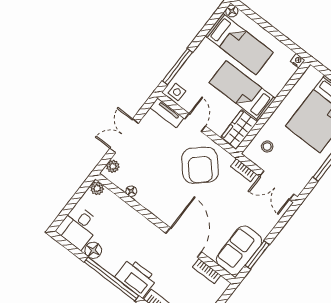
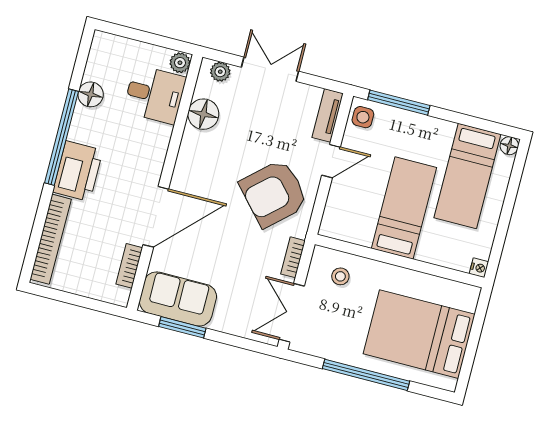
wardrobe: (239, 129) -> (348, 227), removed
floor lamp: (131, 191) -> (203, 114), width x1.89, depth x1.89
desk: (78, 227) -> (155, 94), moved, turned 180

